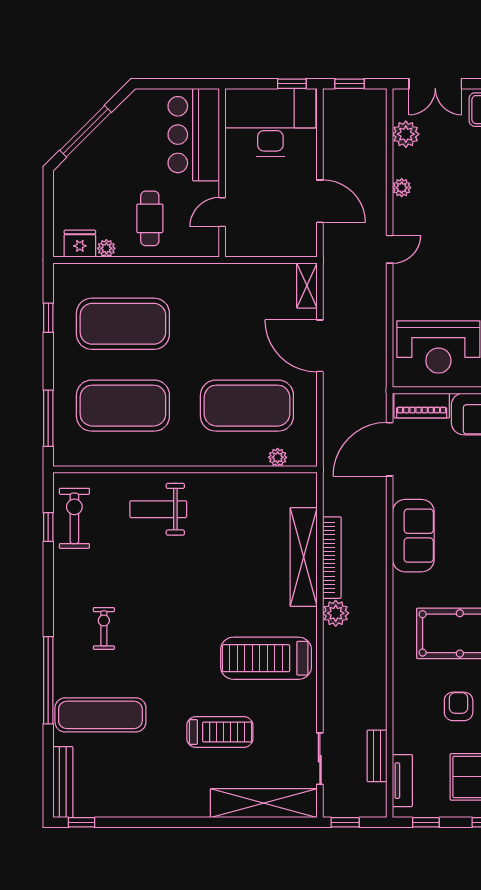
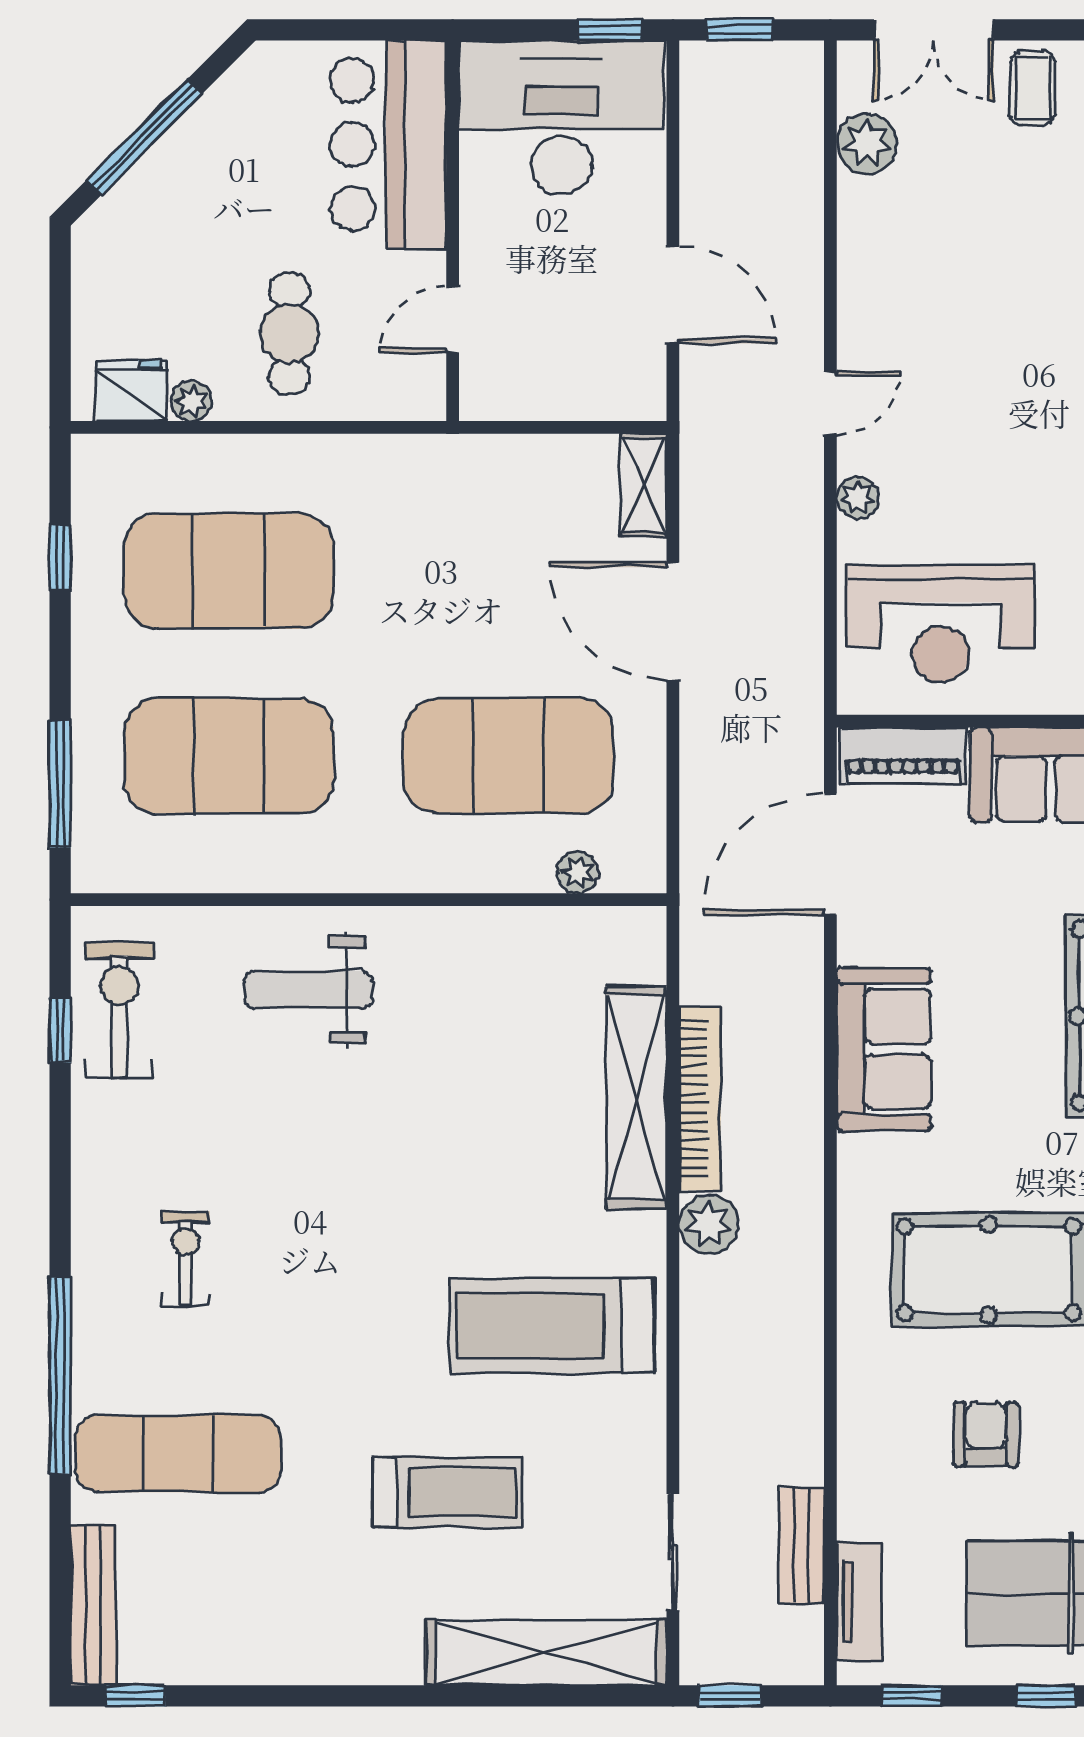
plant: (402, 188) -> (858, 498), moved

